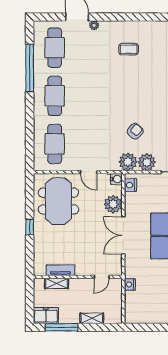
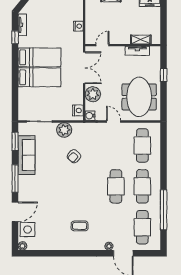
cafe table: (86, 96) -> (116, 186), added
plant: (128, 162) -> (80, 130), removed
tv unit: (60, 270) -> (137, 51), moved
wall: (78, 277) -> (123, 45), moved
door: (102, 277) -> (102, 45), moved
shelving: (57, 283) -> (141, 40), moved

